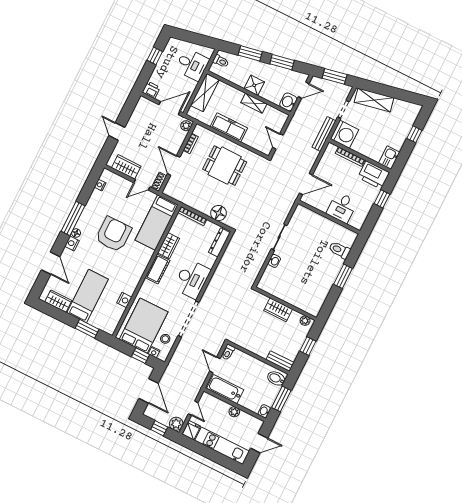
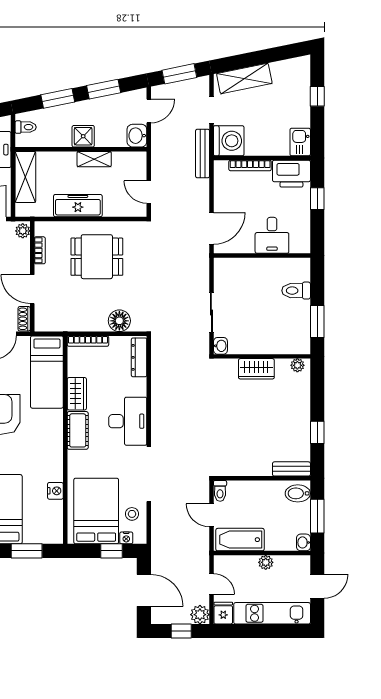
wall: (285, 304) -> (262, 356), moved
wardrobe: (278, 310) -> (256, 369), moved
plant: (305, 321) -> (297, 365), moved

